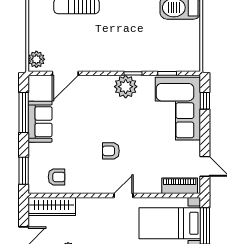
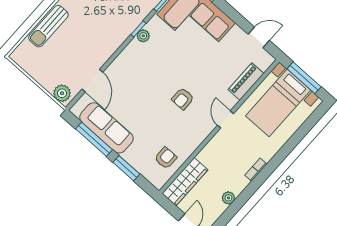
plant: (126, 87) -> (143, 36), width x0.53, depth x0.53
sofa: (40, 122) -> (106, 128), width x1.36
window: (24, 171) -> (126, 168), moved
piano: (180, 186) -> (246, 82), moved

